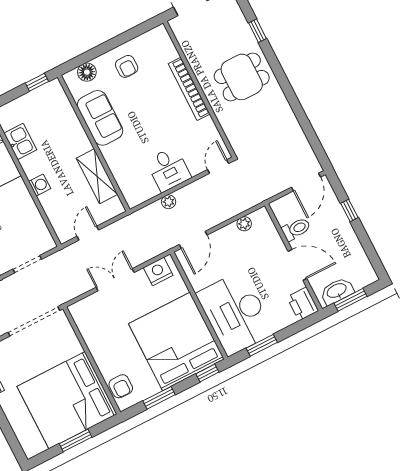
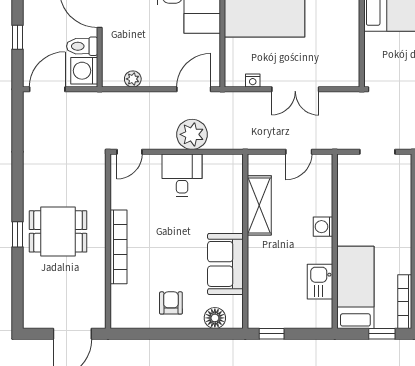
window: (257, 31) -> (17, 234), moved
plant: (169, 202) -> (192, 134), width x1.87, depth x1.87
washing machine: (285, 211) -> (84, 71), added
nightstand: (158, 271) -> (253, 81), width x0.53, depth x0.56

